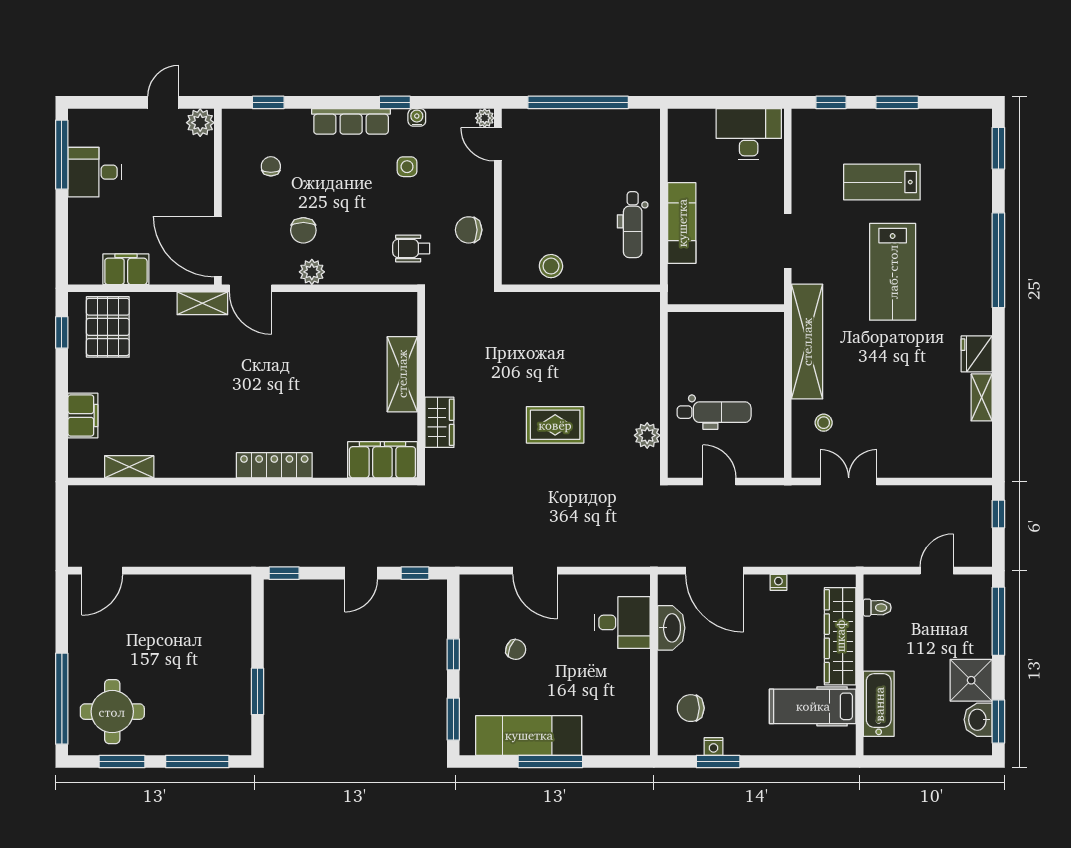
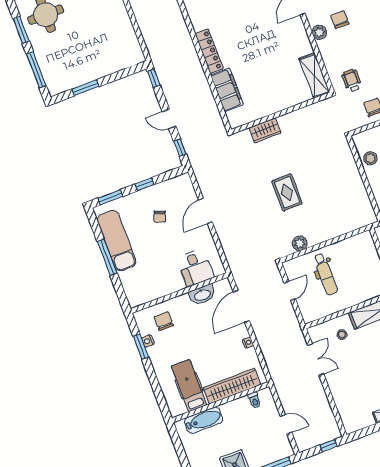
chair: (303, 230) -> (340, 20), turned 90
shelving: (402, 374) -> (314, 76), moved, turned 90
filing cabinet: (382, 460) -> (227, 90), moved

